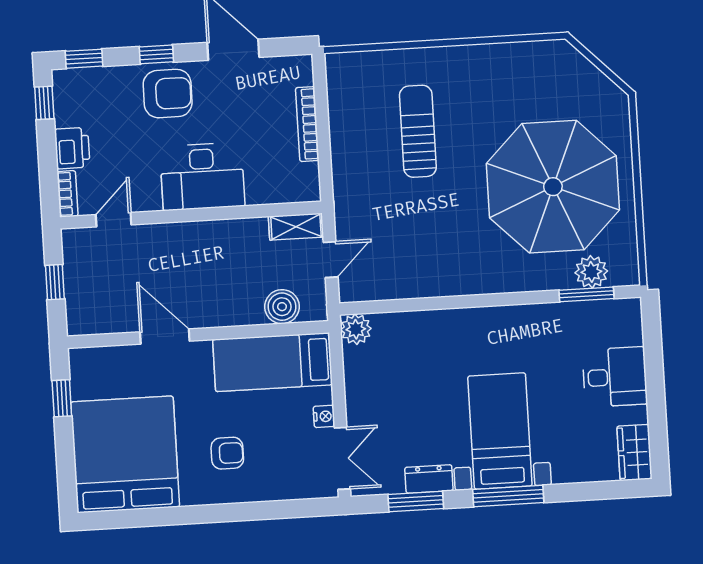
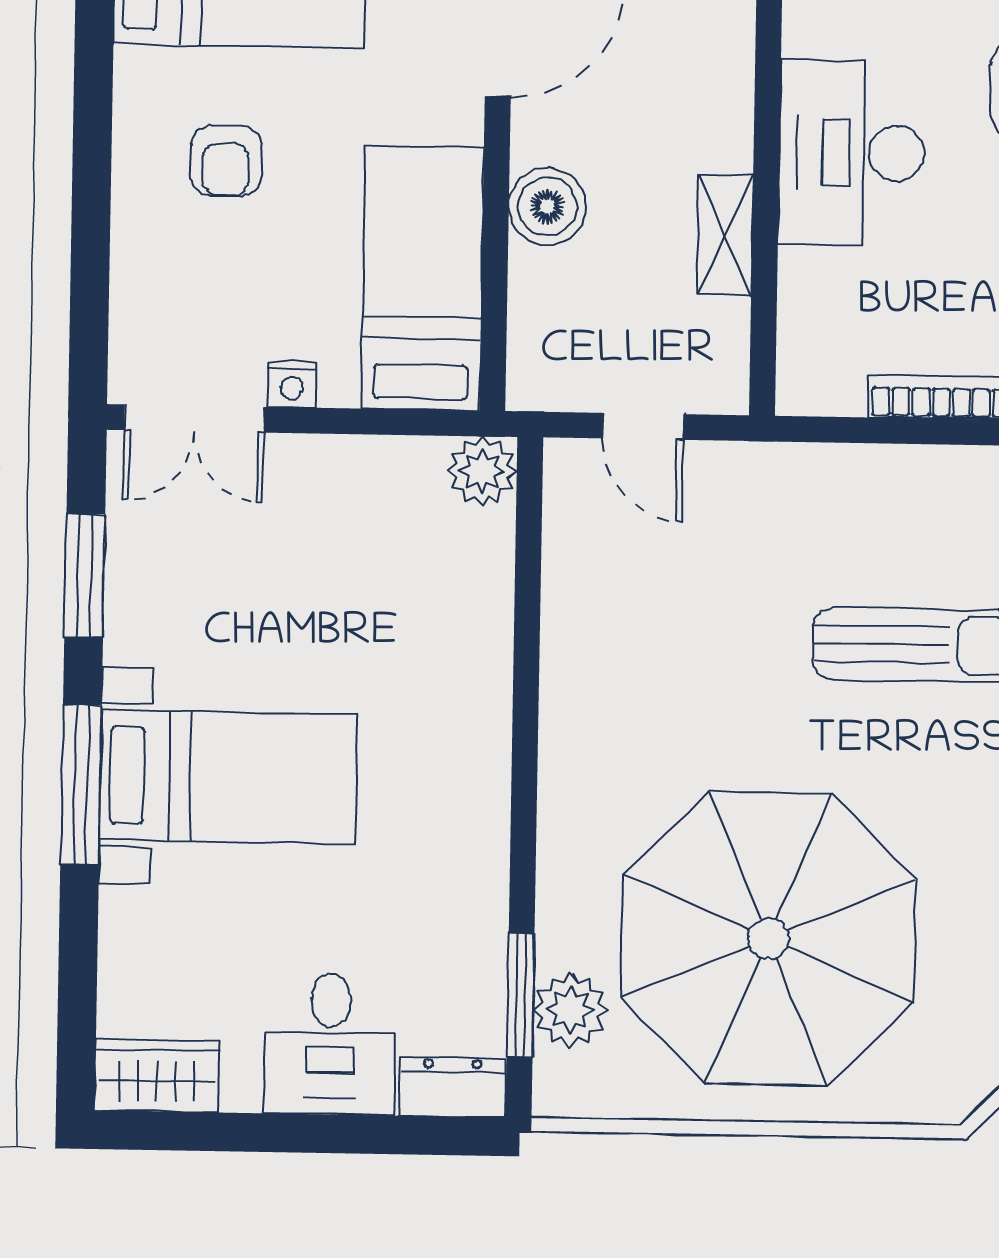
shelving: (296, 227) -> (725, 235), moved
boiler: (282, 307) -> (547, 206), moved
dresser: (429, 479) -> (452, 1087), moved, turned -90

